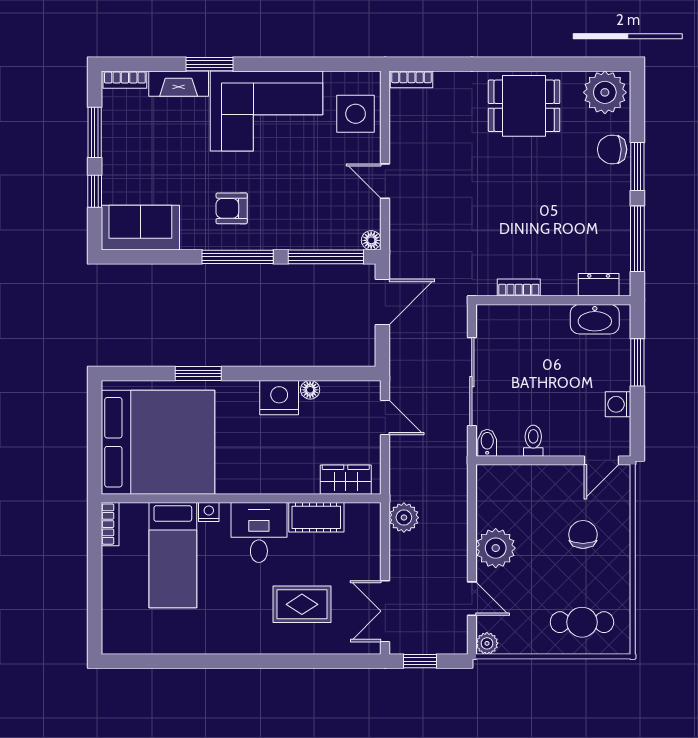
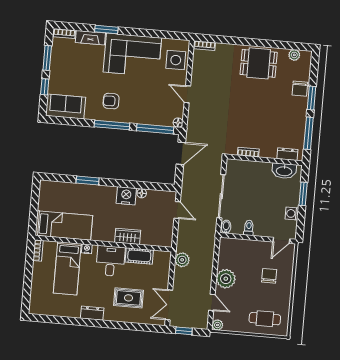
plant: (605, 92) -> (294, 55), width x0.53, depth x0.53
chair: (612, 149) -> (300, 89), turned -90
bed: (158, 442) -> (64, 225), width x0.49
wardrobe: (346, 480) -> (128, 236), moved
dresser: (231, 642) -> (92, 313), added

